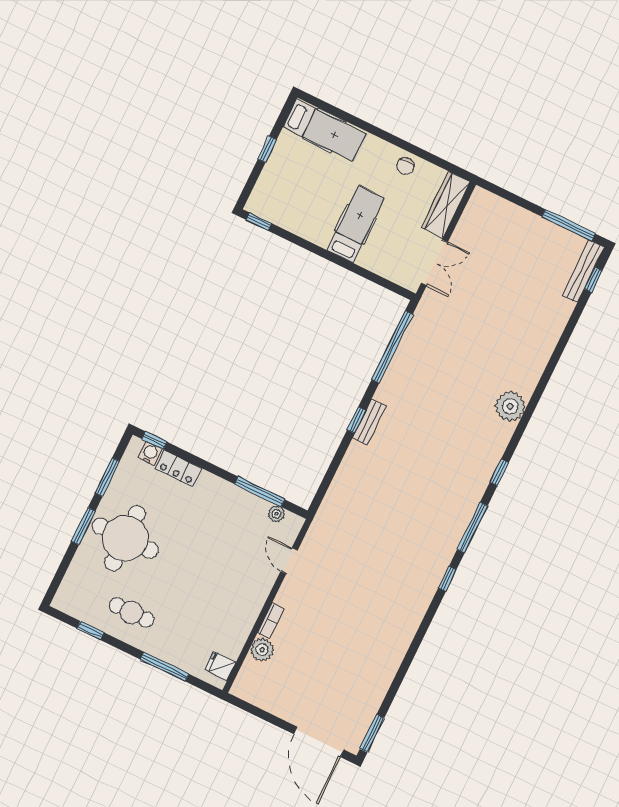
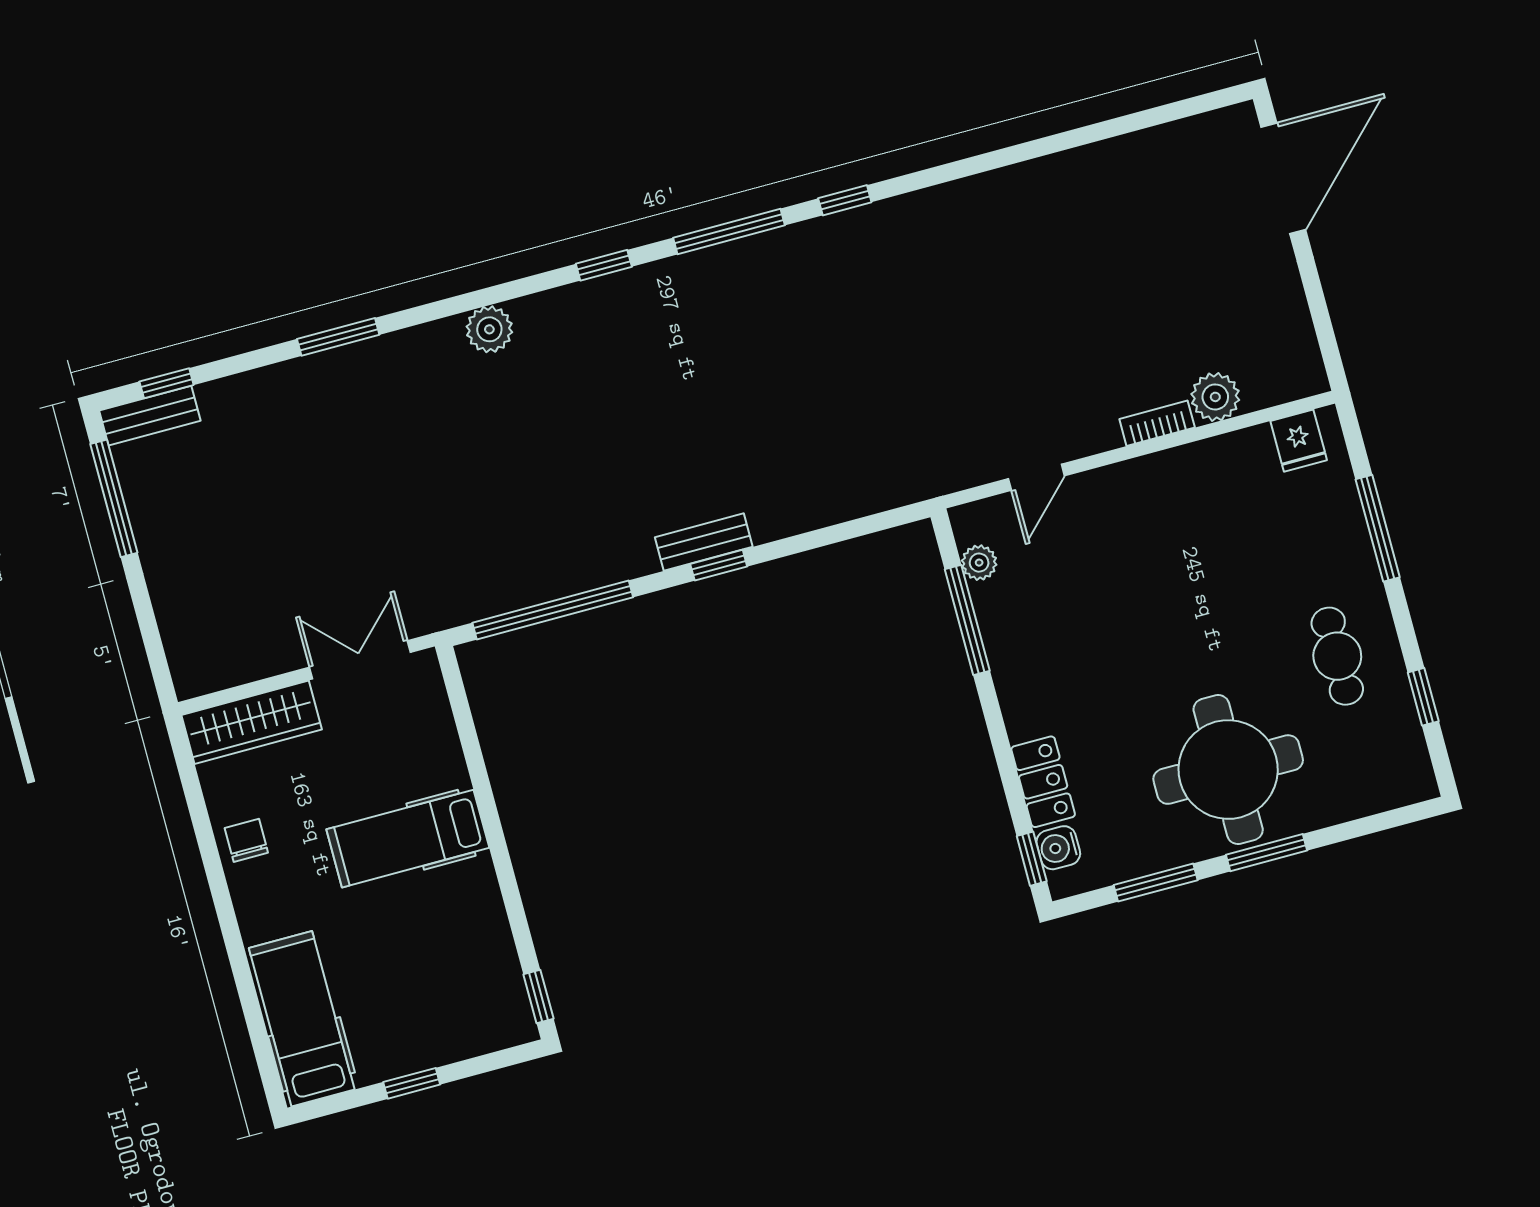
chair: (405, 166) -> (246, 840), turned -90
bench: (583, 271) -> (150, 416), width x0.73
plant: (510, 406) -> (489, 329), width x0.73, depth x0.73
window: (372, 733) -> (338, 337), moved

